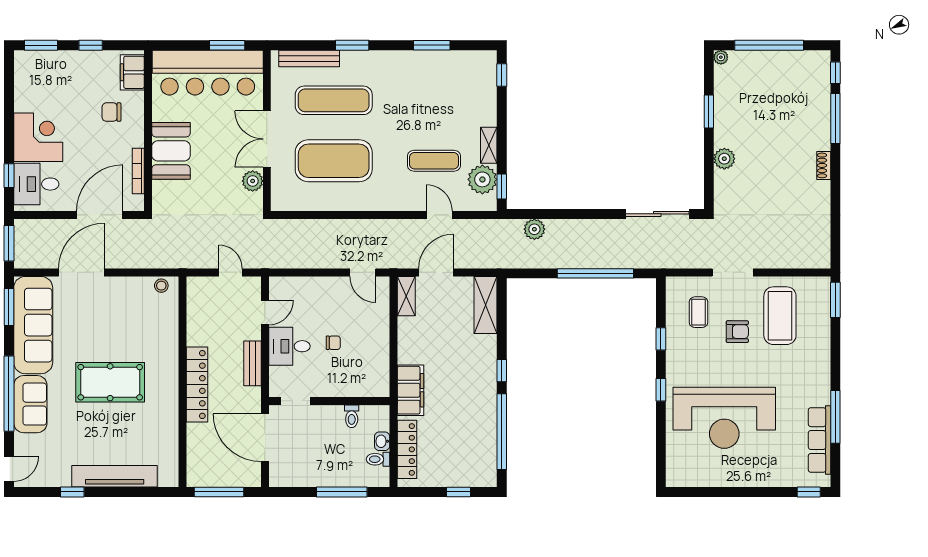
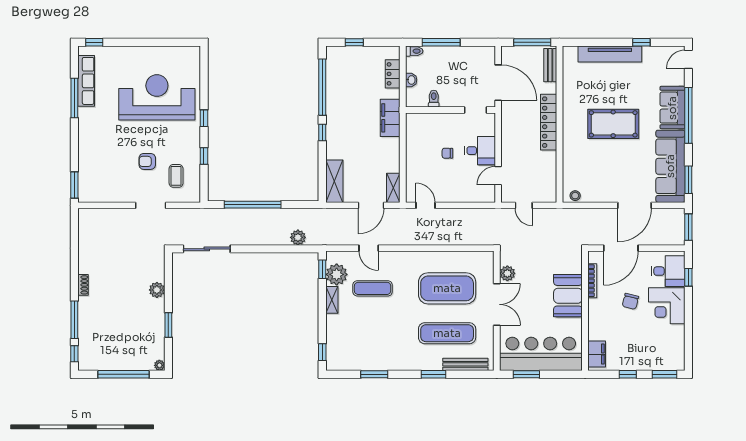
chair: (111, 112) -> (630, 301), moved, turned 104
coffee table: (780, 316) -> (116, 173), removed
bench: (253, 363) -> (550, 65), moved
locker: (407, 449) -> (393, 74), width x0.66
toilet: (378, 459) -> (414, 51), moved

